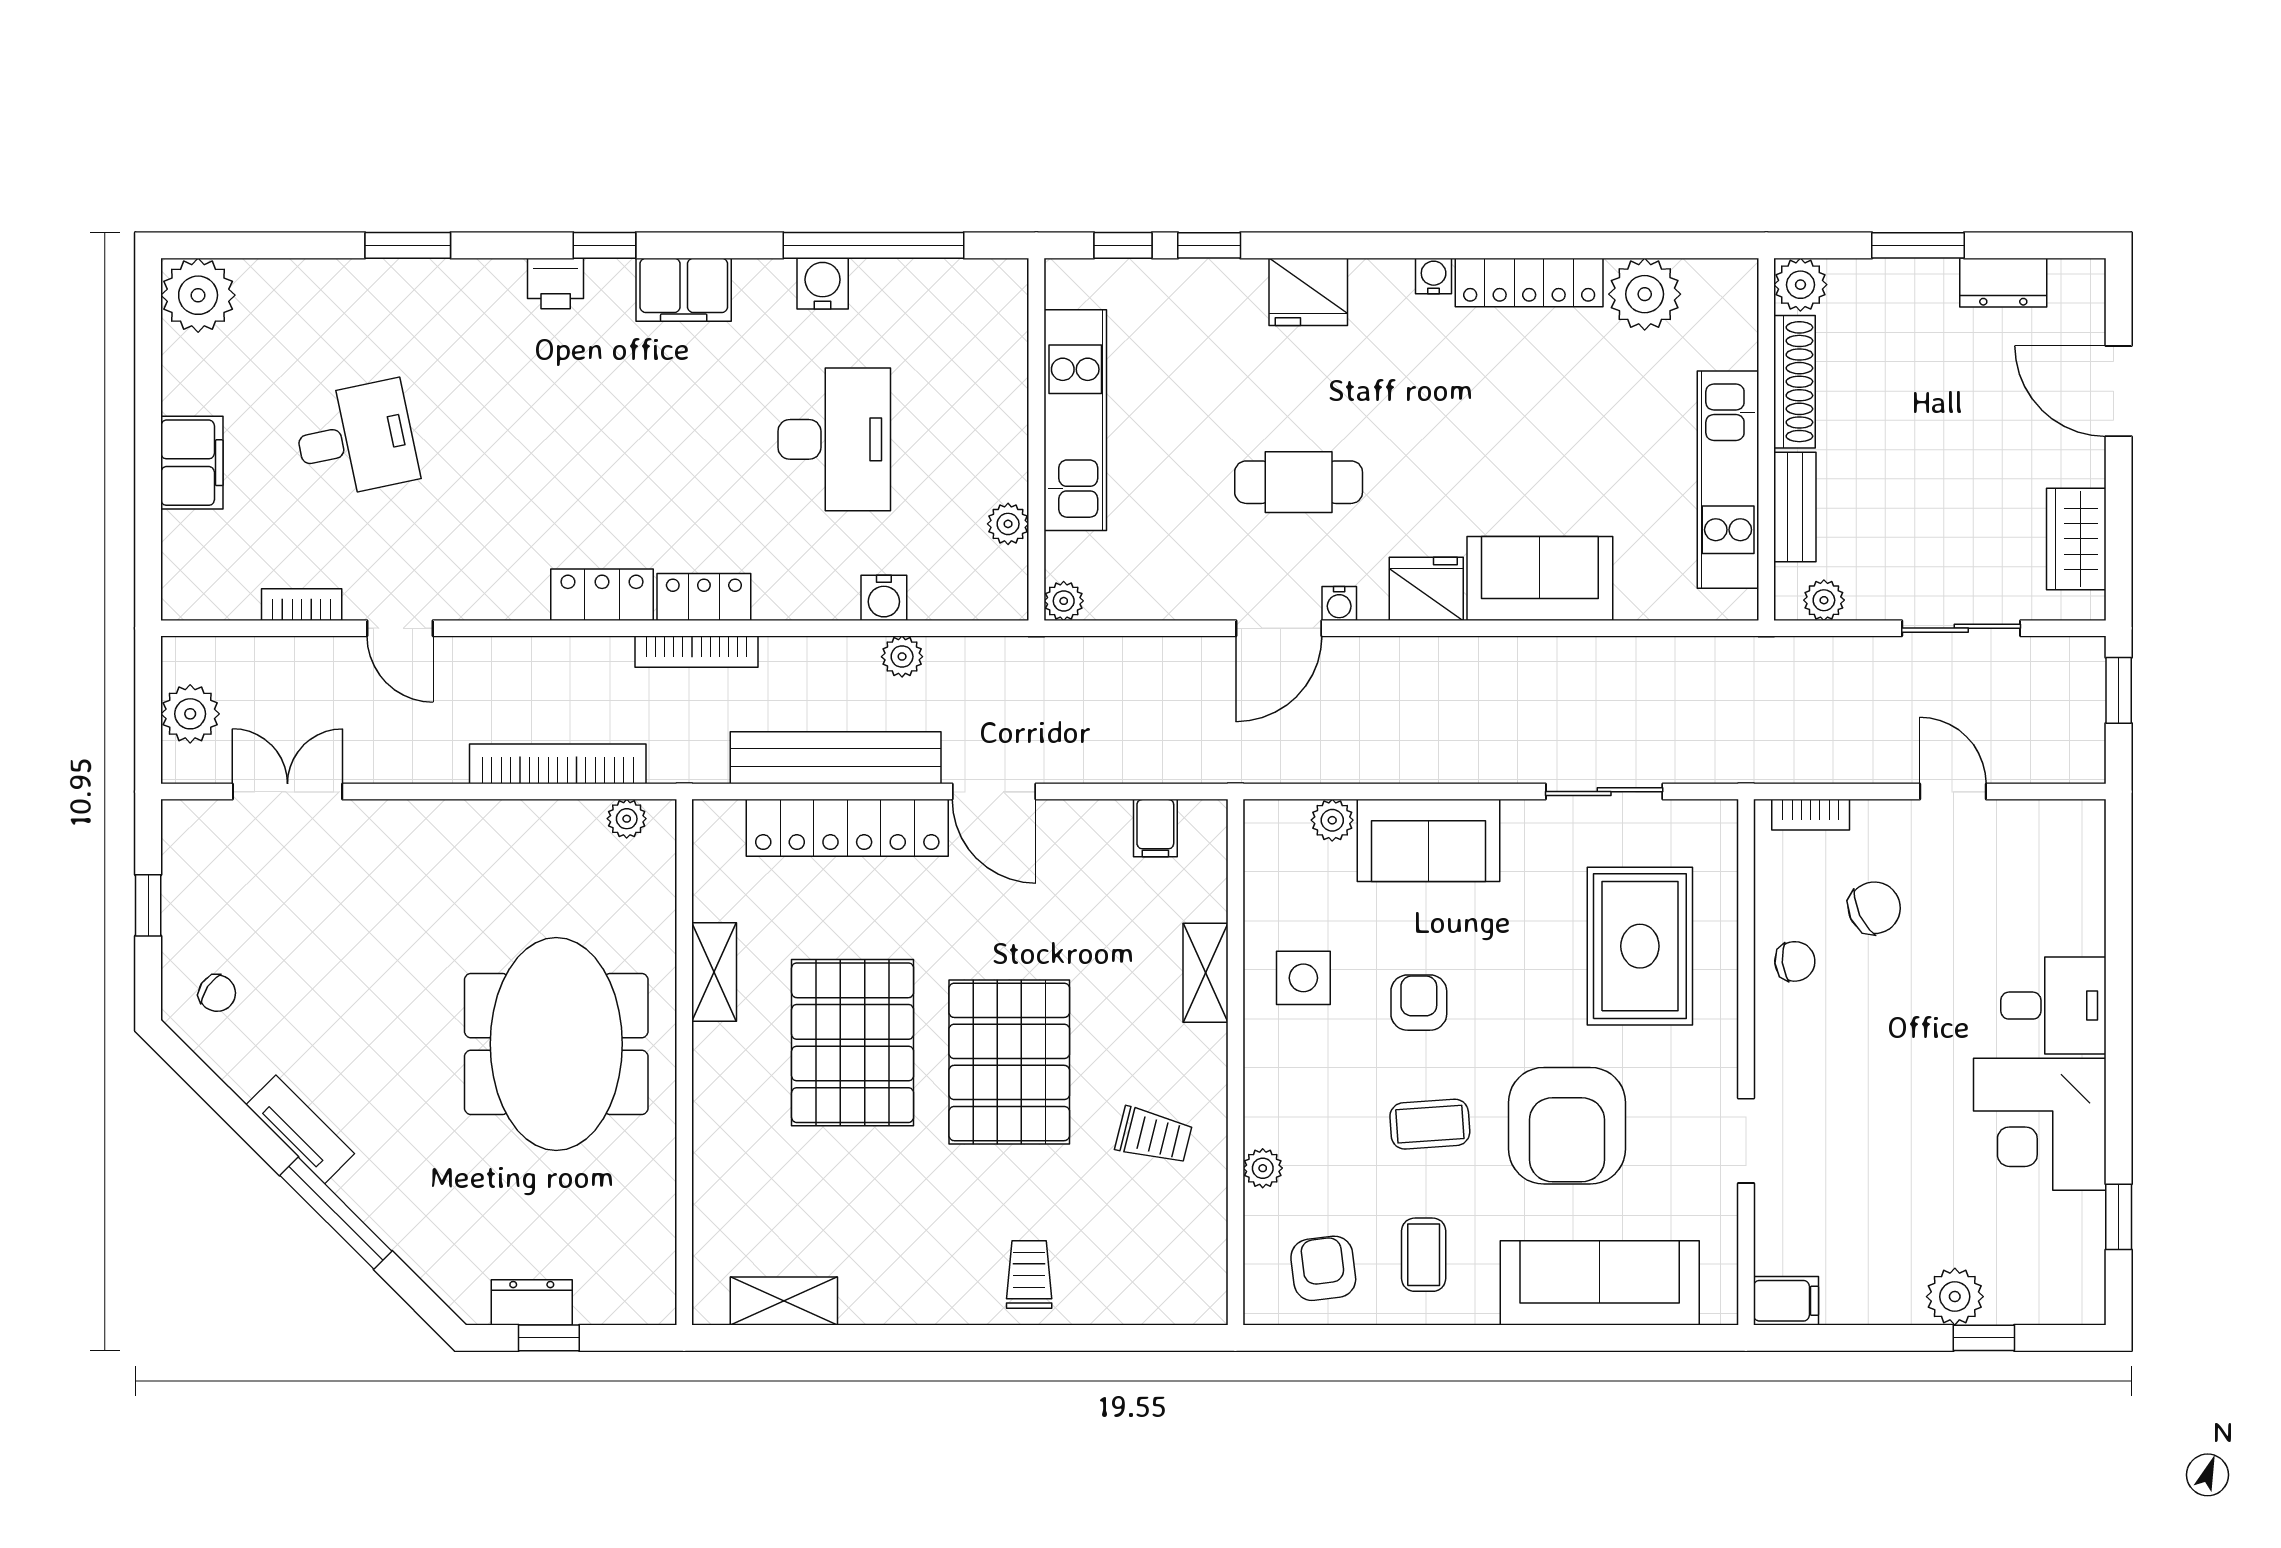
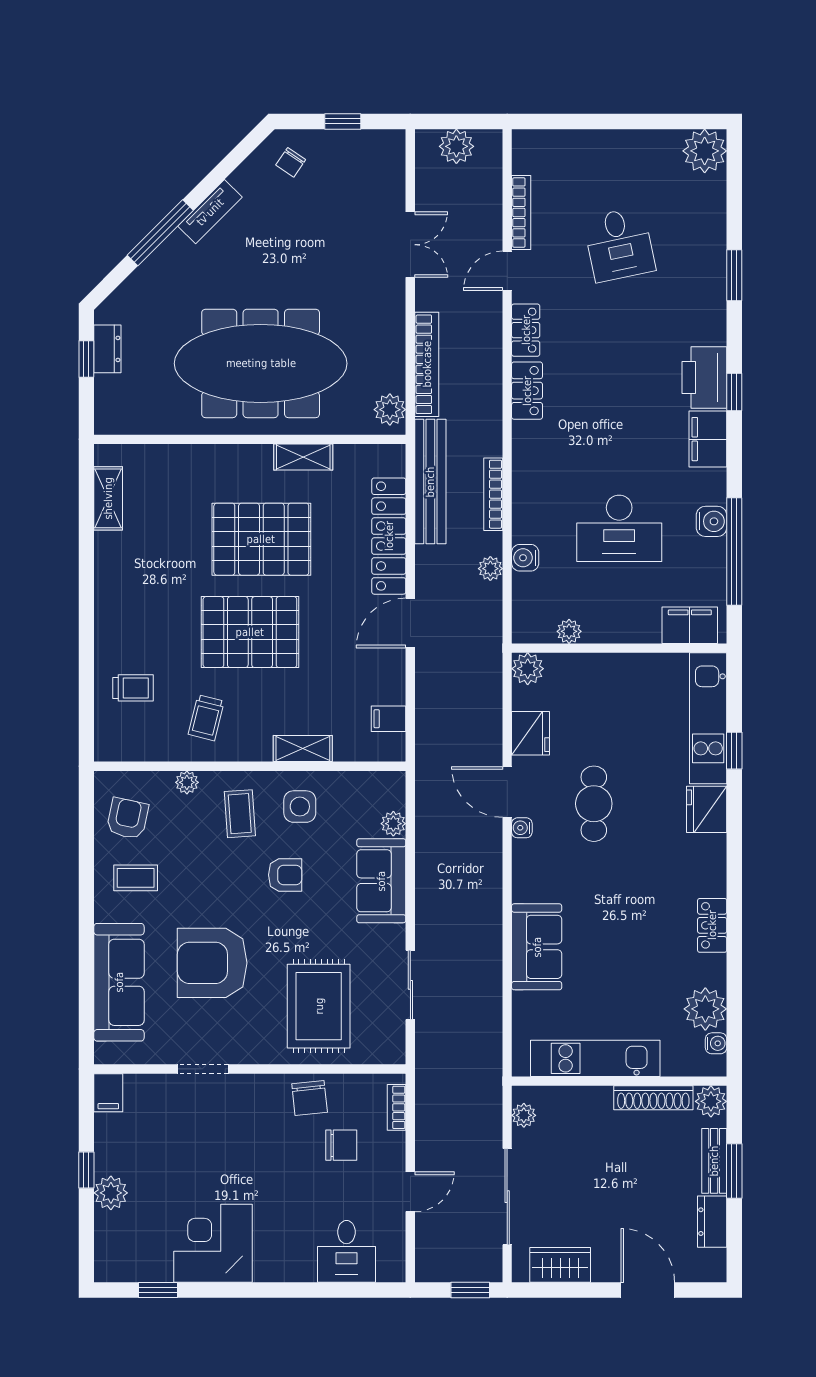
window: (1123, 245) -> (734, 700), removed
water cooler: (1434, 276) -> (716, 1043), moved
locker: (1529, 283) -> (712, 925), width x0.66
printer: (556, 284) -> (704, 377), width x1.87, depth x1.48
door: (2119, 391) -> (648, 1290), hinge flipped
kitchen unit: (1075, 420) -> (708, 718), moved, turned 90
filing cabinet: (192, 463) -> (690, 625), moved, turned 180
bench: (1795, 507) -> (714, 1161), moved, turned 90
fridge: (1426, 589) -> (531, 733), moved
locker: (704, 597) -> (526, 330), moved
plant: (1064, 601) -> (528, 669), width x1.38, depth x1.38
bookcase: (302, 605) -> (521, 212), width x1.56
sliding door: (1961, 628) -> (507, 1197), width x1.37
bookcase: (696, 652) -> (493, 494), moved
bench: (836, 758) -> (430, 482), moved
double door: (288, 792) -> (410, 245), moved
plant: (627, 819) -> (390, 410), width x1.38, depth x1.38
chair: (1874, 908) -> (341, 1145), turned -65
rug: (1640, 946) -> (319, 1006), turned 90
chair: (1795, 961) -> (310, 1098), width x1.37, depth x1.37
desk: (2053, 1006) -> (346, 1251), moved
meeting table: (556, 1044) -> (261, 363), width x1.36
coffee table: (1430, 1124) -> (240, 814), moved
armchair: (1323, 1268) -> (128, 818), turned -71
trolley: (1029, 1274) -> (133, 688), moved
window: (1984, 1338) -> (86, 1170), moved

